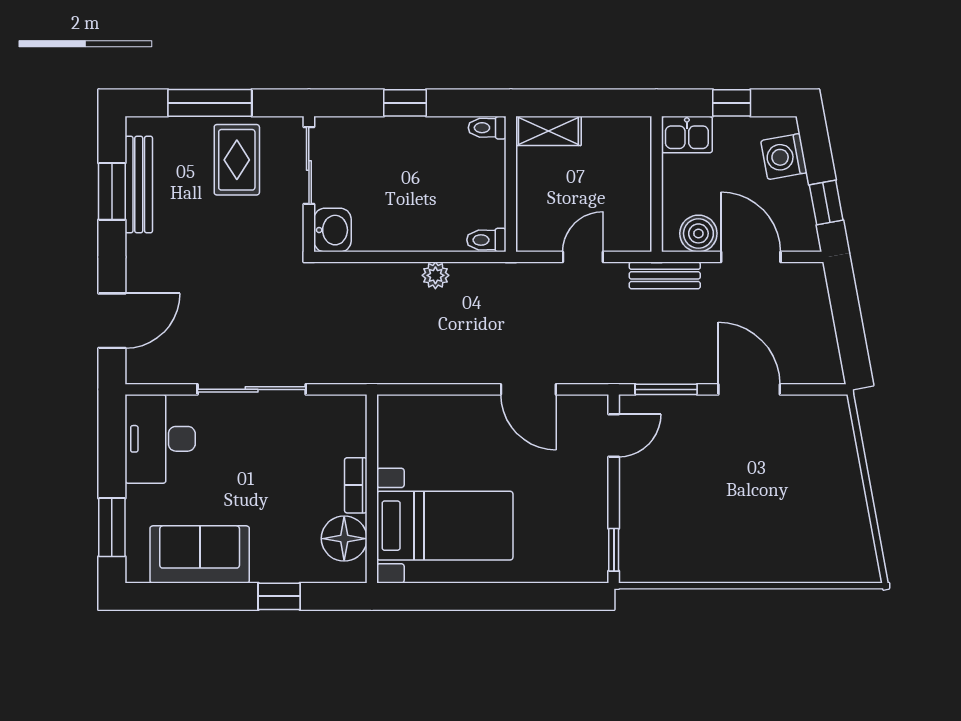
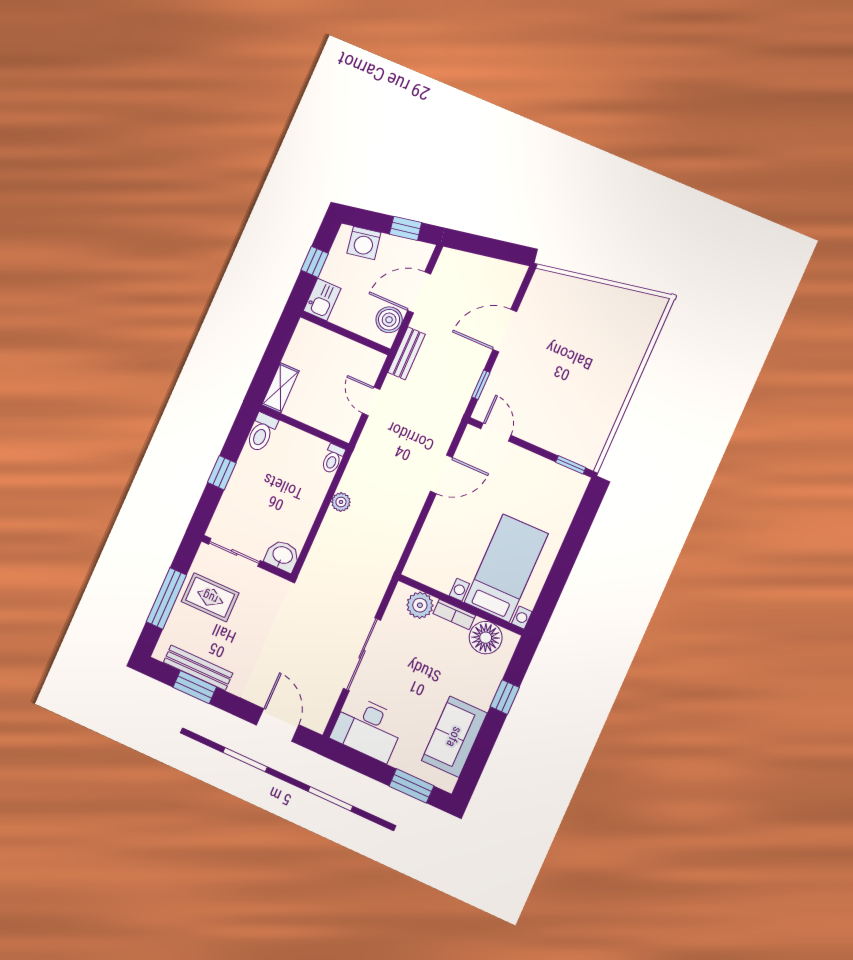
toilet: (487, 128) -> (262, 432), width x1.37, depth x1.39
window: (666, 389) -> (481, 385), width x0.67
plant: (348, 436) -> (420, 605), added

